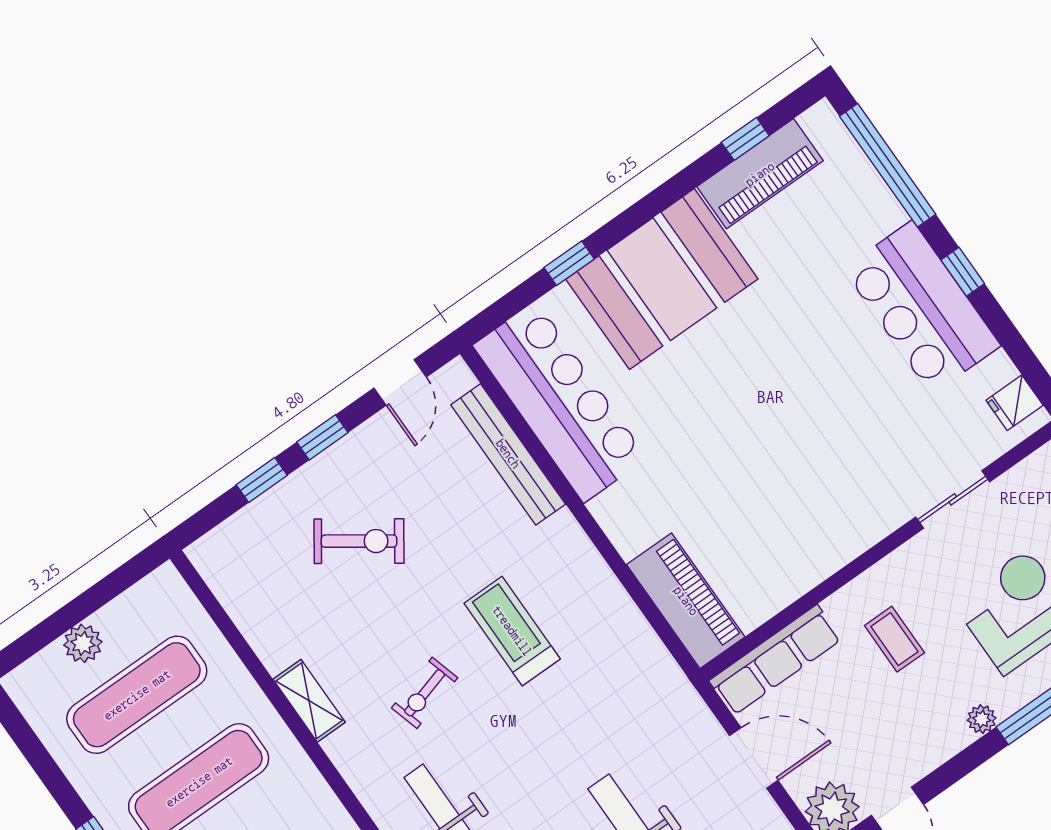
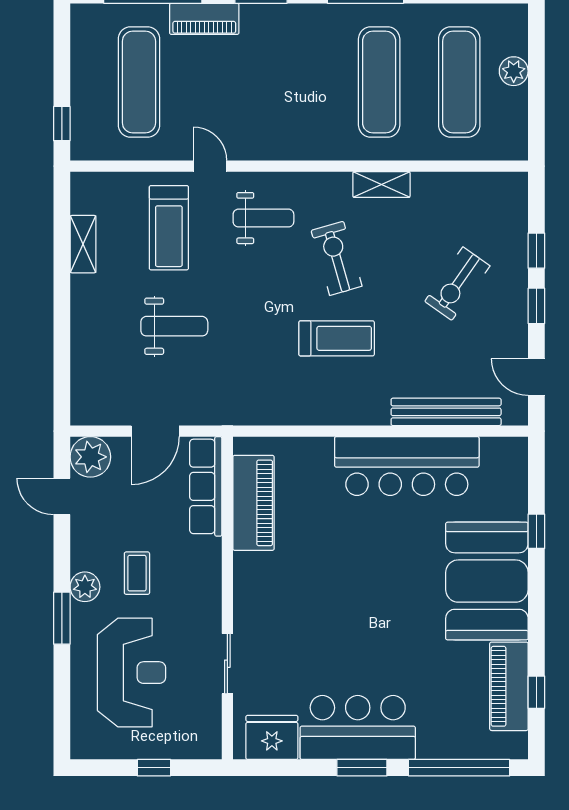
window: (963, 272) -> (362, 768), width x1.50
bar counter: (560, 402) -> (407, 466), moved
fridge: (1015, 403) -> (272, 737), width x1.88, depth x1.34
piano: (686, 601) -> (254, 503), moved, turned -90
coffee table: (894, 639) -> (137, 573), moved, turned 90
exercise bike: (425, 693) -> (337, 258), width x1.38, depth x1.39
plant: (982, 719) -> (85, 587), width x1.38, depth x1.38

